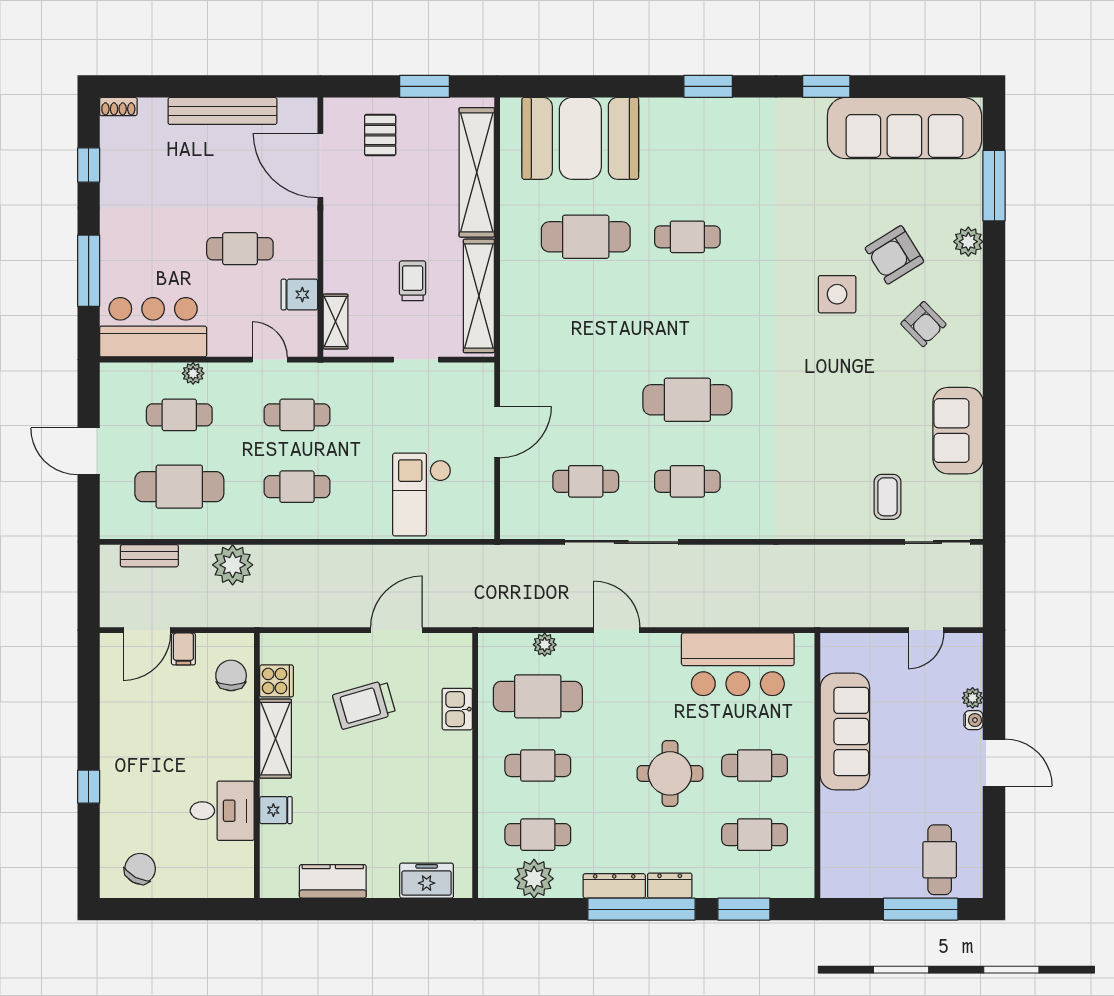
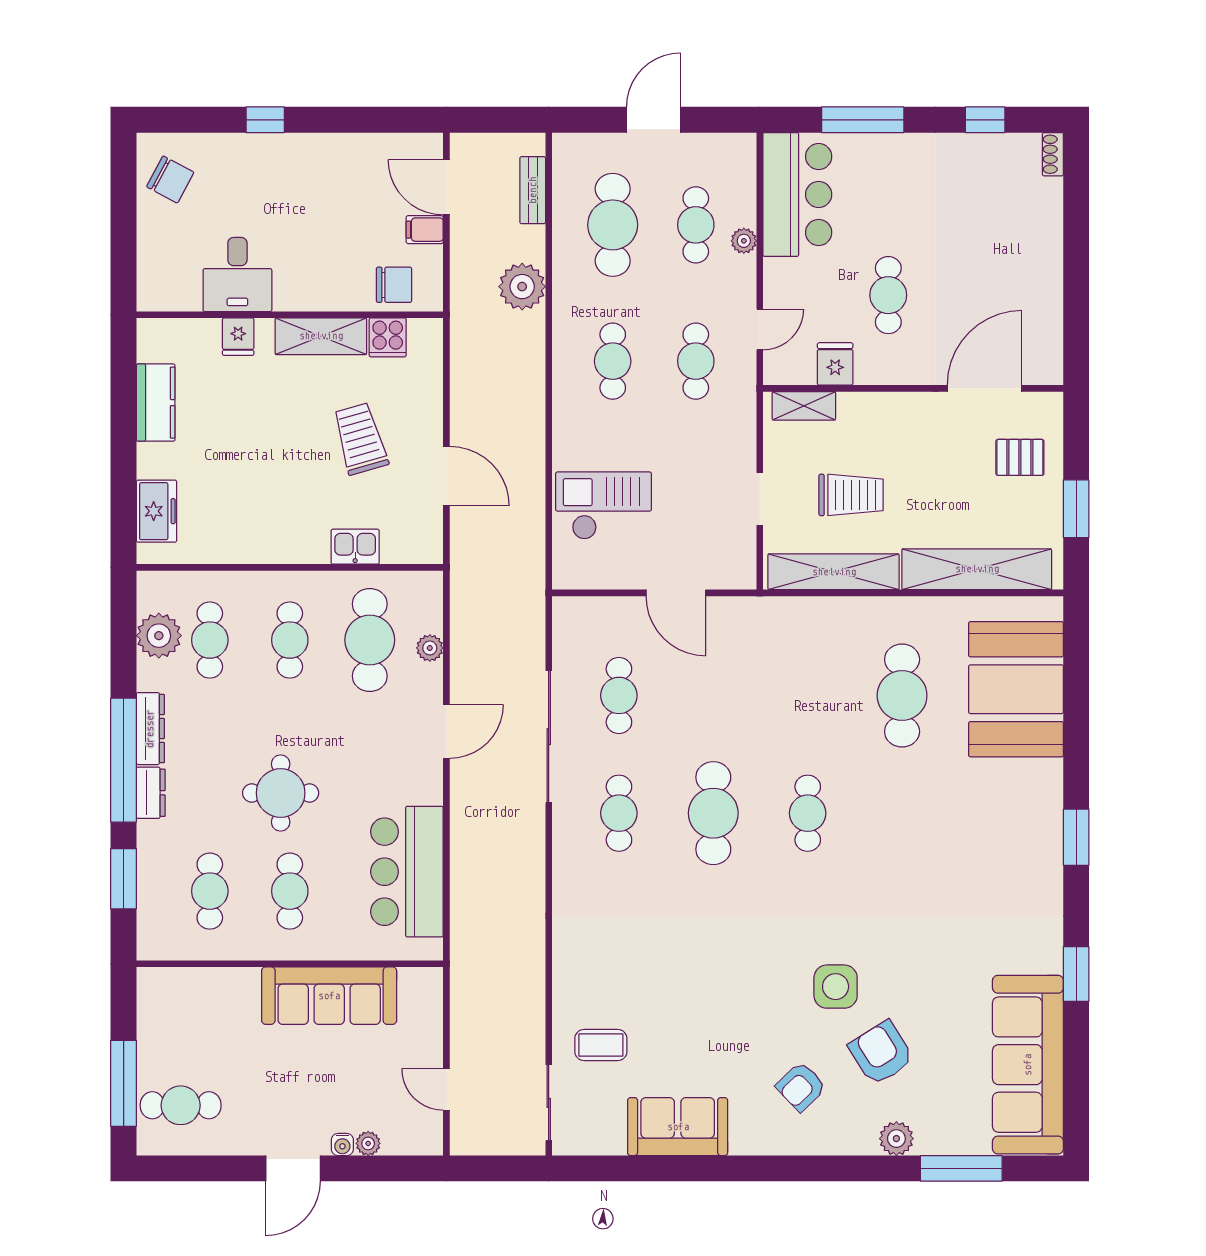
bench: (222, 111) -> (1048, 275), removed
cafe table: (687, 237) -> (808, 813), moved
trolley: (413, 281) -> (851, 495), width x1.36, depth x1.39

